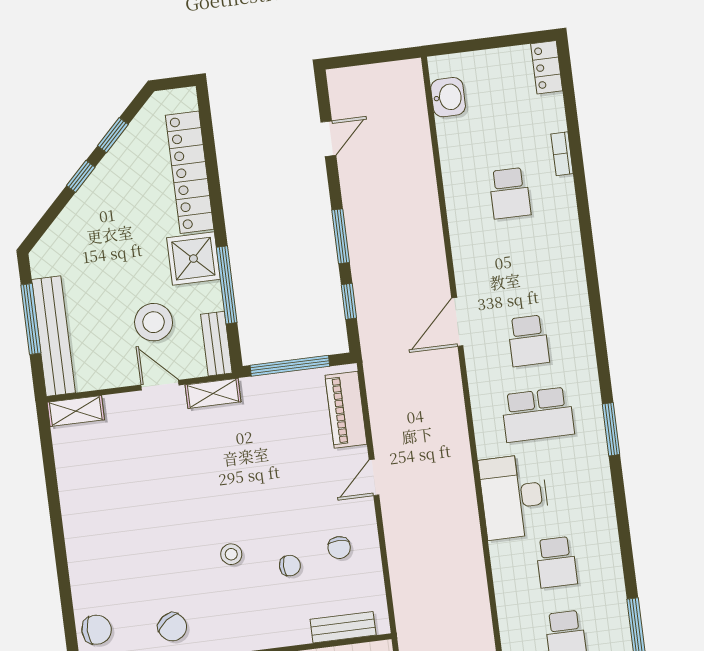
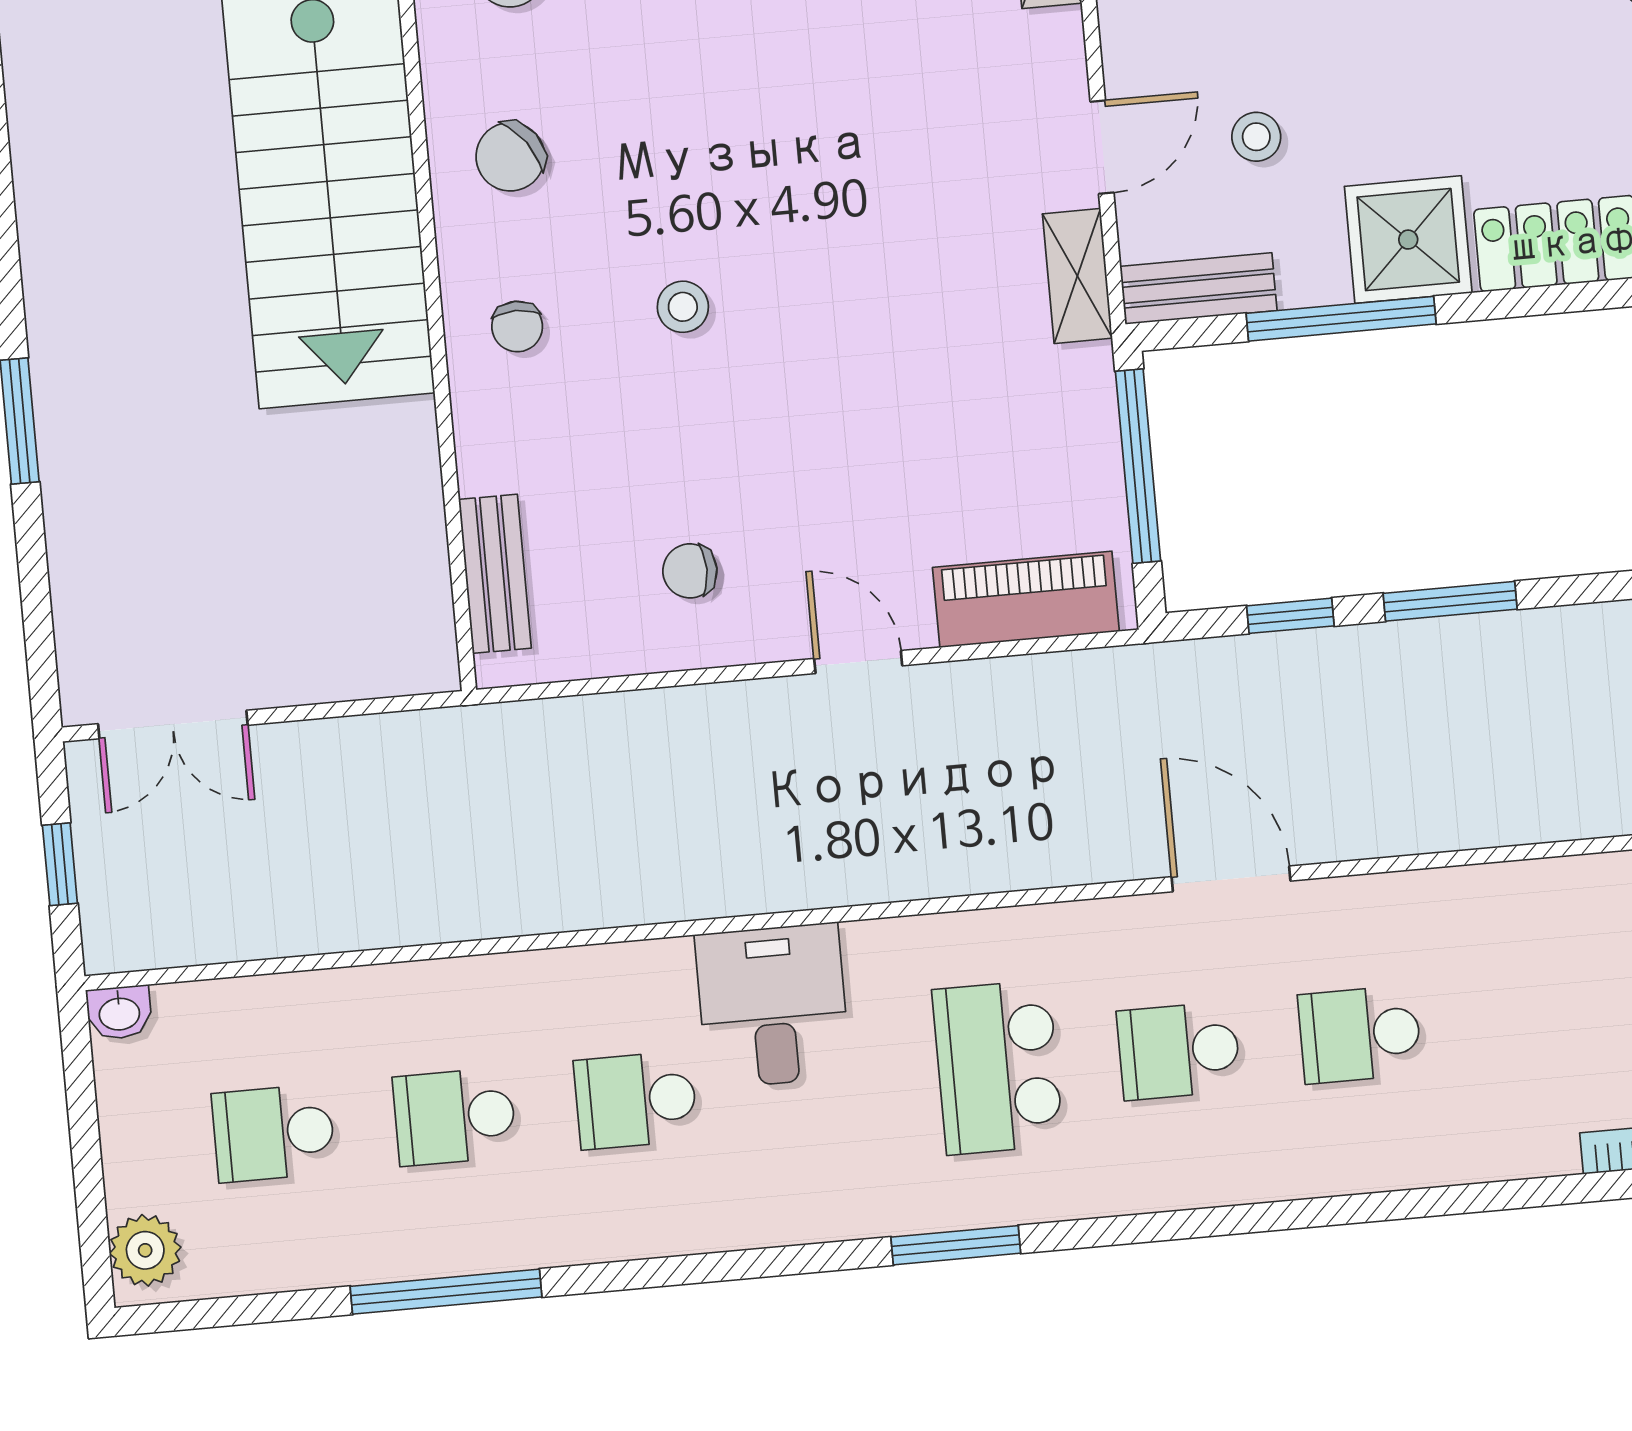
school desk: (510, 193) -> (1360, 1034), moved
stool: (154, 322) -> (1256, 137), width x0.53, depth x0.53
desk: (514, 497) -> (773, 1006), width x0.73
chair: (290, 566) -> (517, 326), moved

